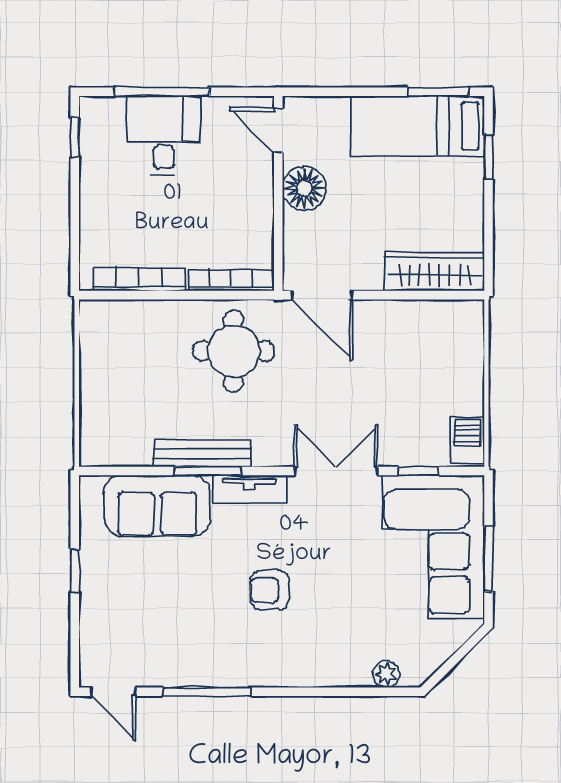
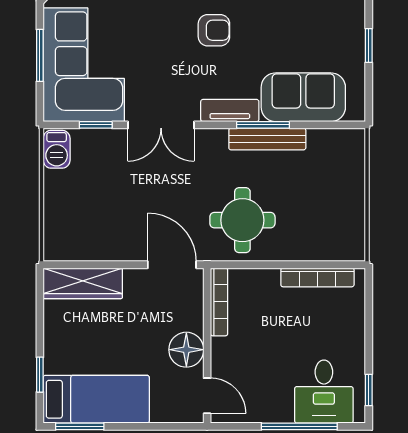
desk: (163, 135) -> (324, 392), moved
bookcase: (231, 280) -> (219, 302), moved, turned -90

